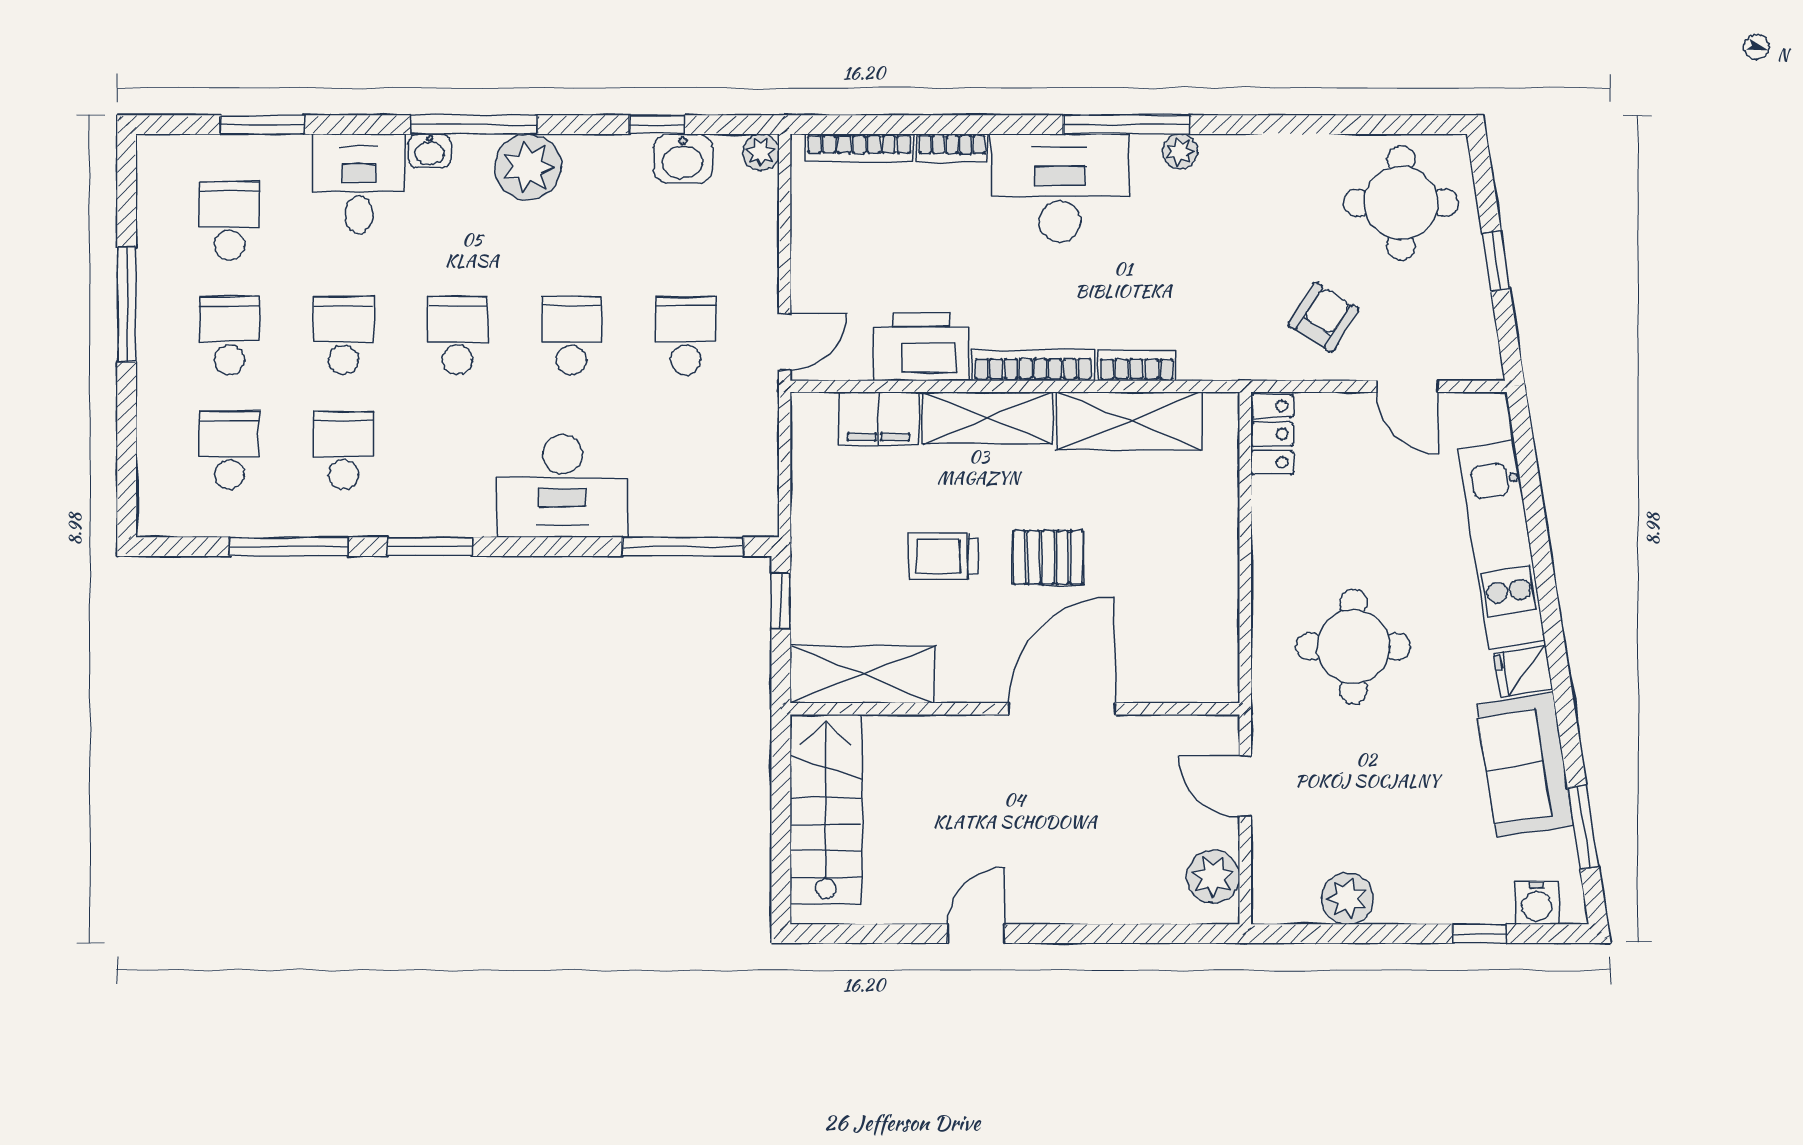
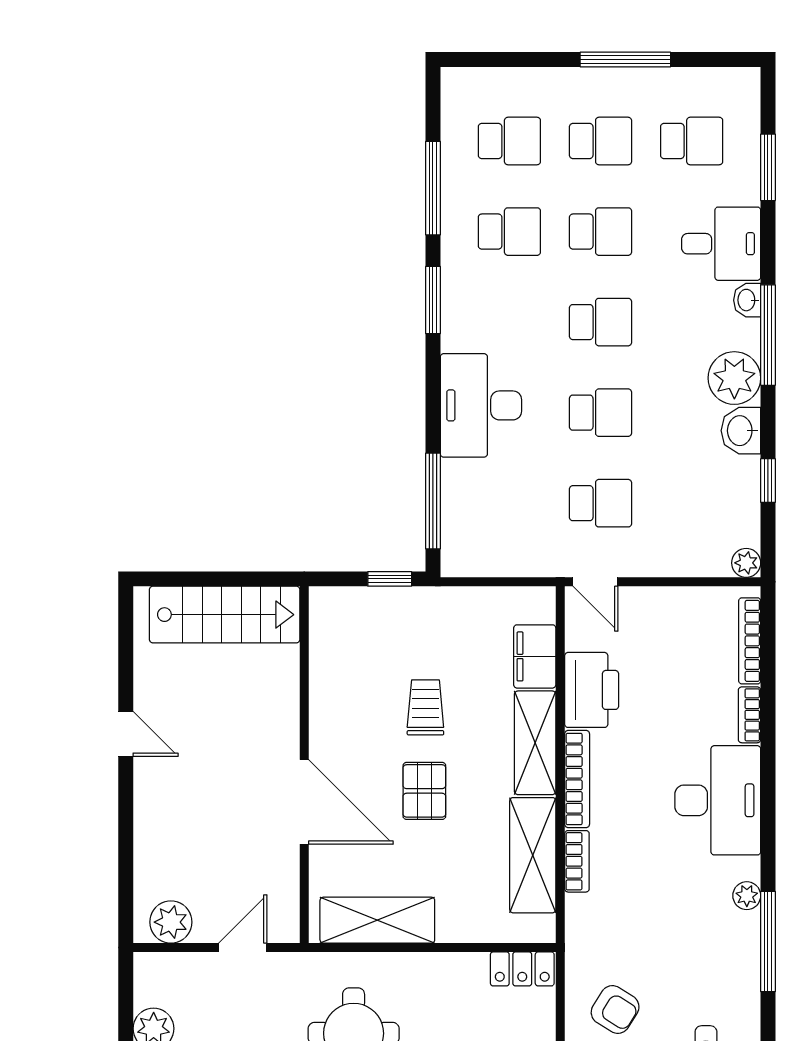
window: (1126, 125) -> (768, 942), moved
washbasin: (683, 159) -> (741, 431), moved
shelving: (862, 674) -> (377, 920), moved, turned 90

